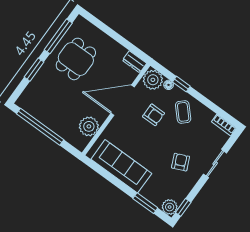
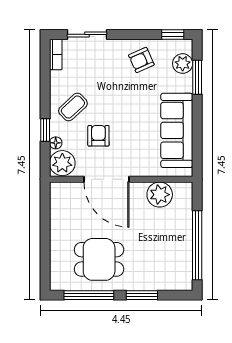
dresser: (134, 62) -> (57, 196), removed
armchair: (181, 162) -> (141, 60), moved
sliding door: (215, 163) -> (87, 34), moved
plant: (170, 207) -> (183, 64), moved

